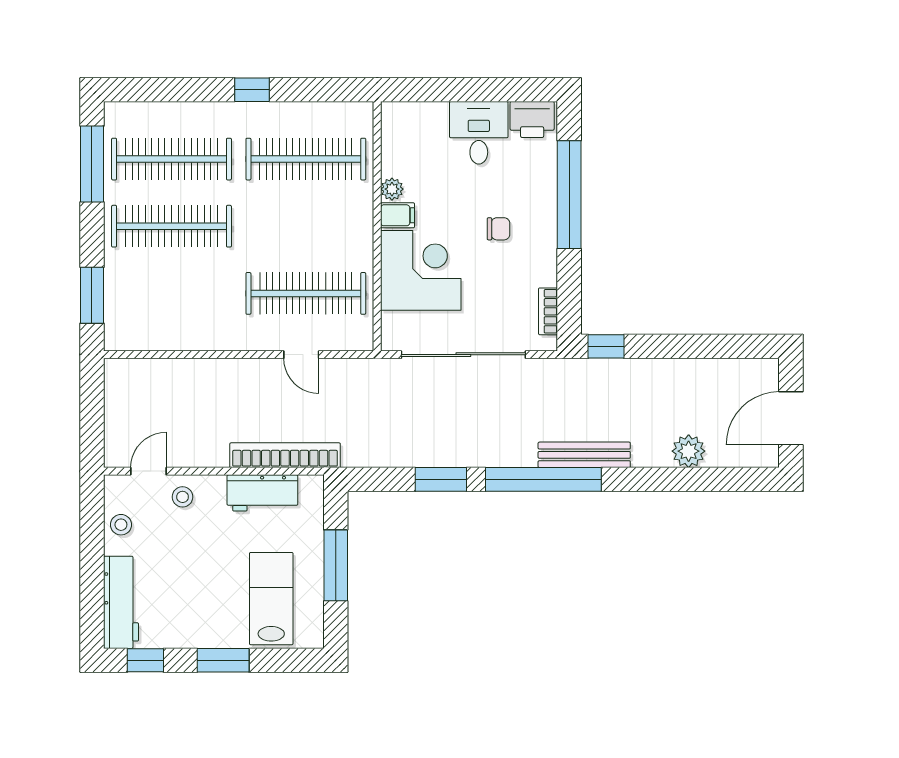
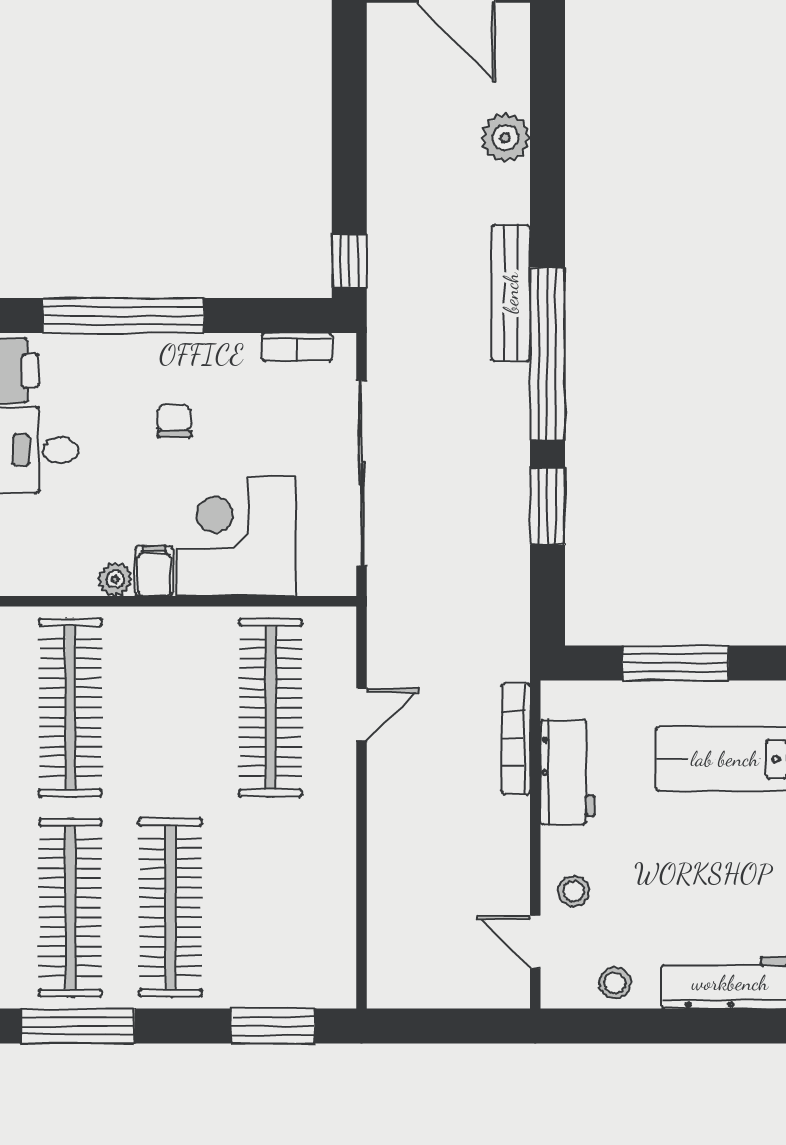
bookcase: (285, 455) -> (516, 739), width x0.68, depth x0.76

